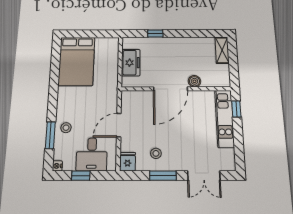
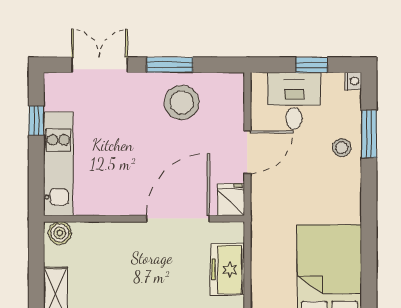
boiler: (194, 81) -> (60, 233), moved
door: (170, 89) -> (178, 219), moved
window: (236, 109) -> (36, 121), moved
stool: (156, 153) -> (182, 102), width x1.89, depth x1.89
fridge: (128, 162) -> (231, 200), moved, turned 180

